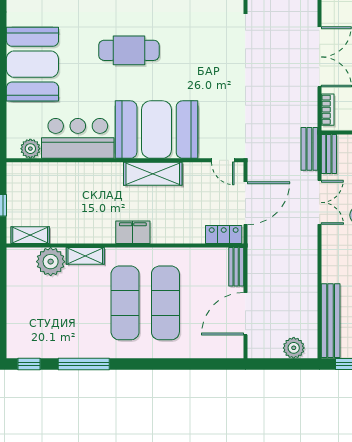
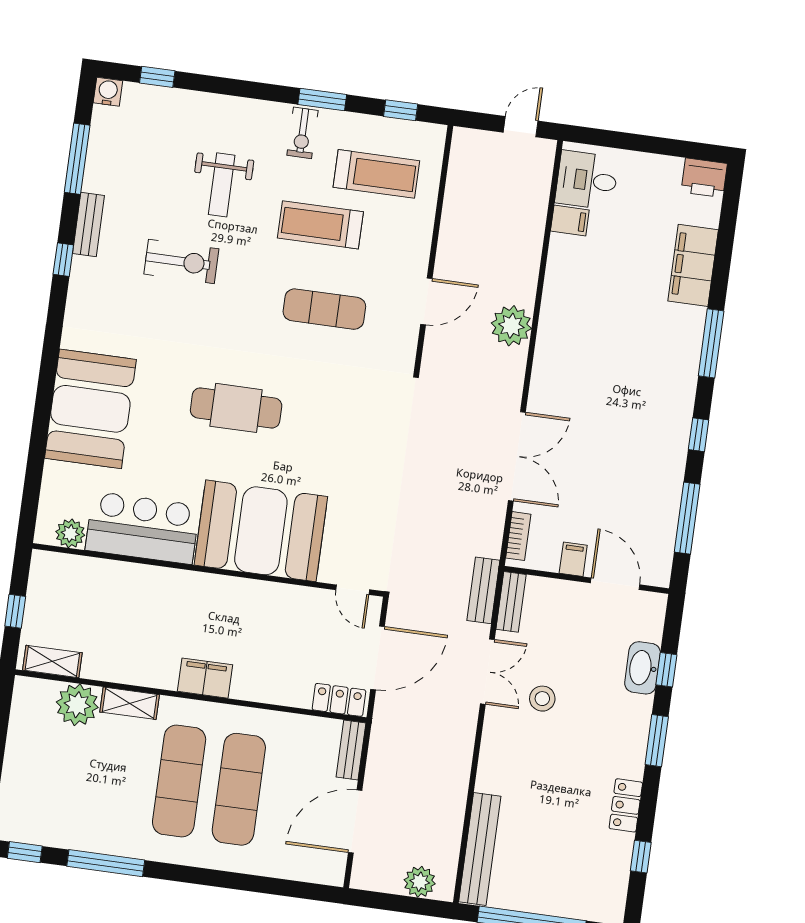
shelving: (153, 174) -> (246, 596), removed

